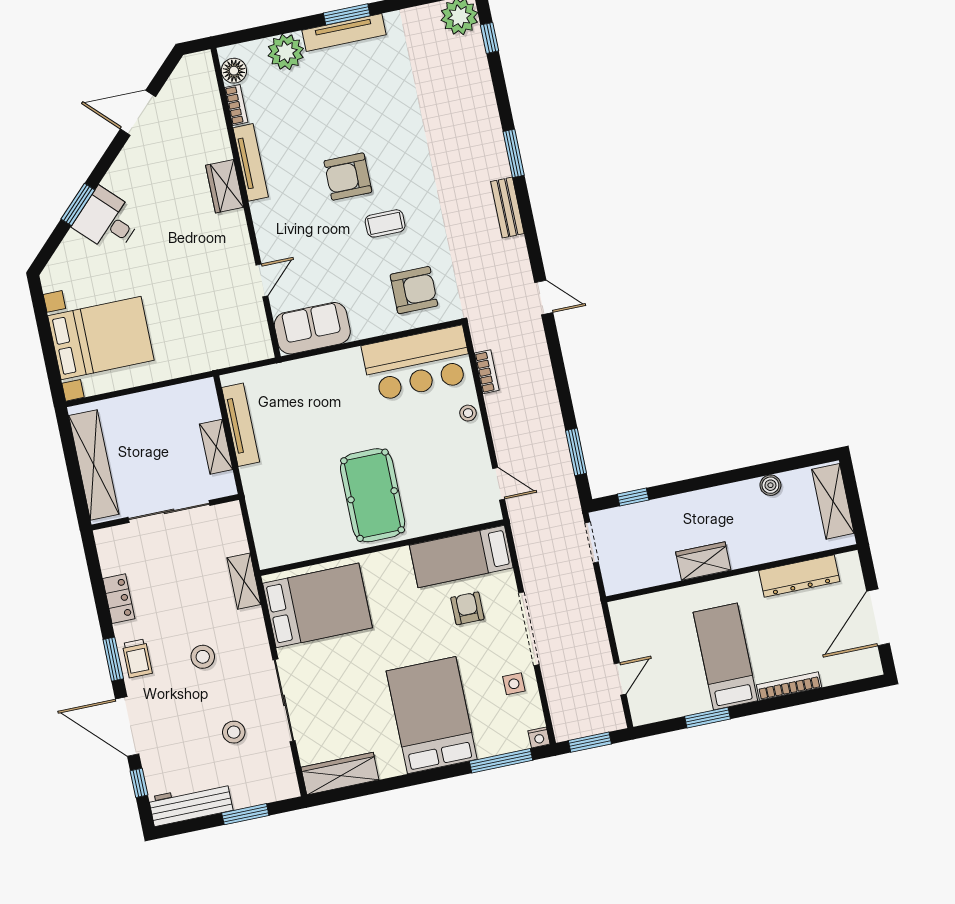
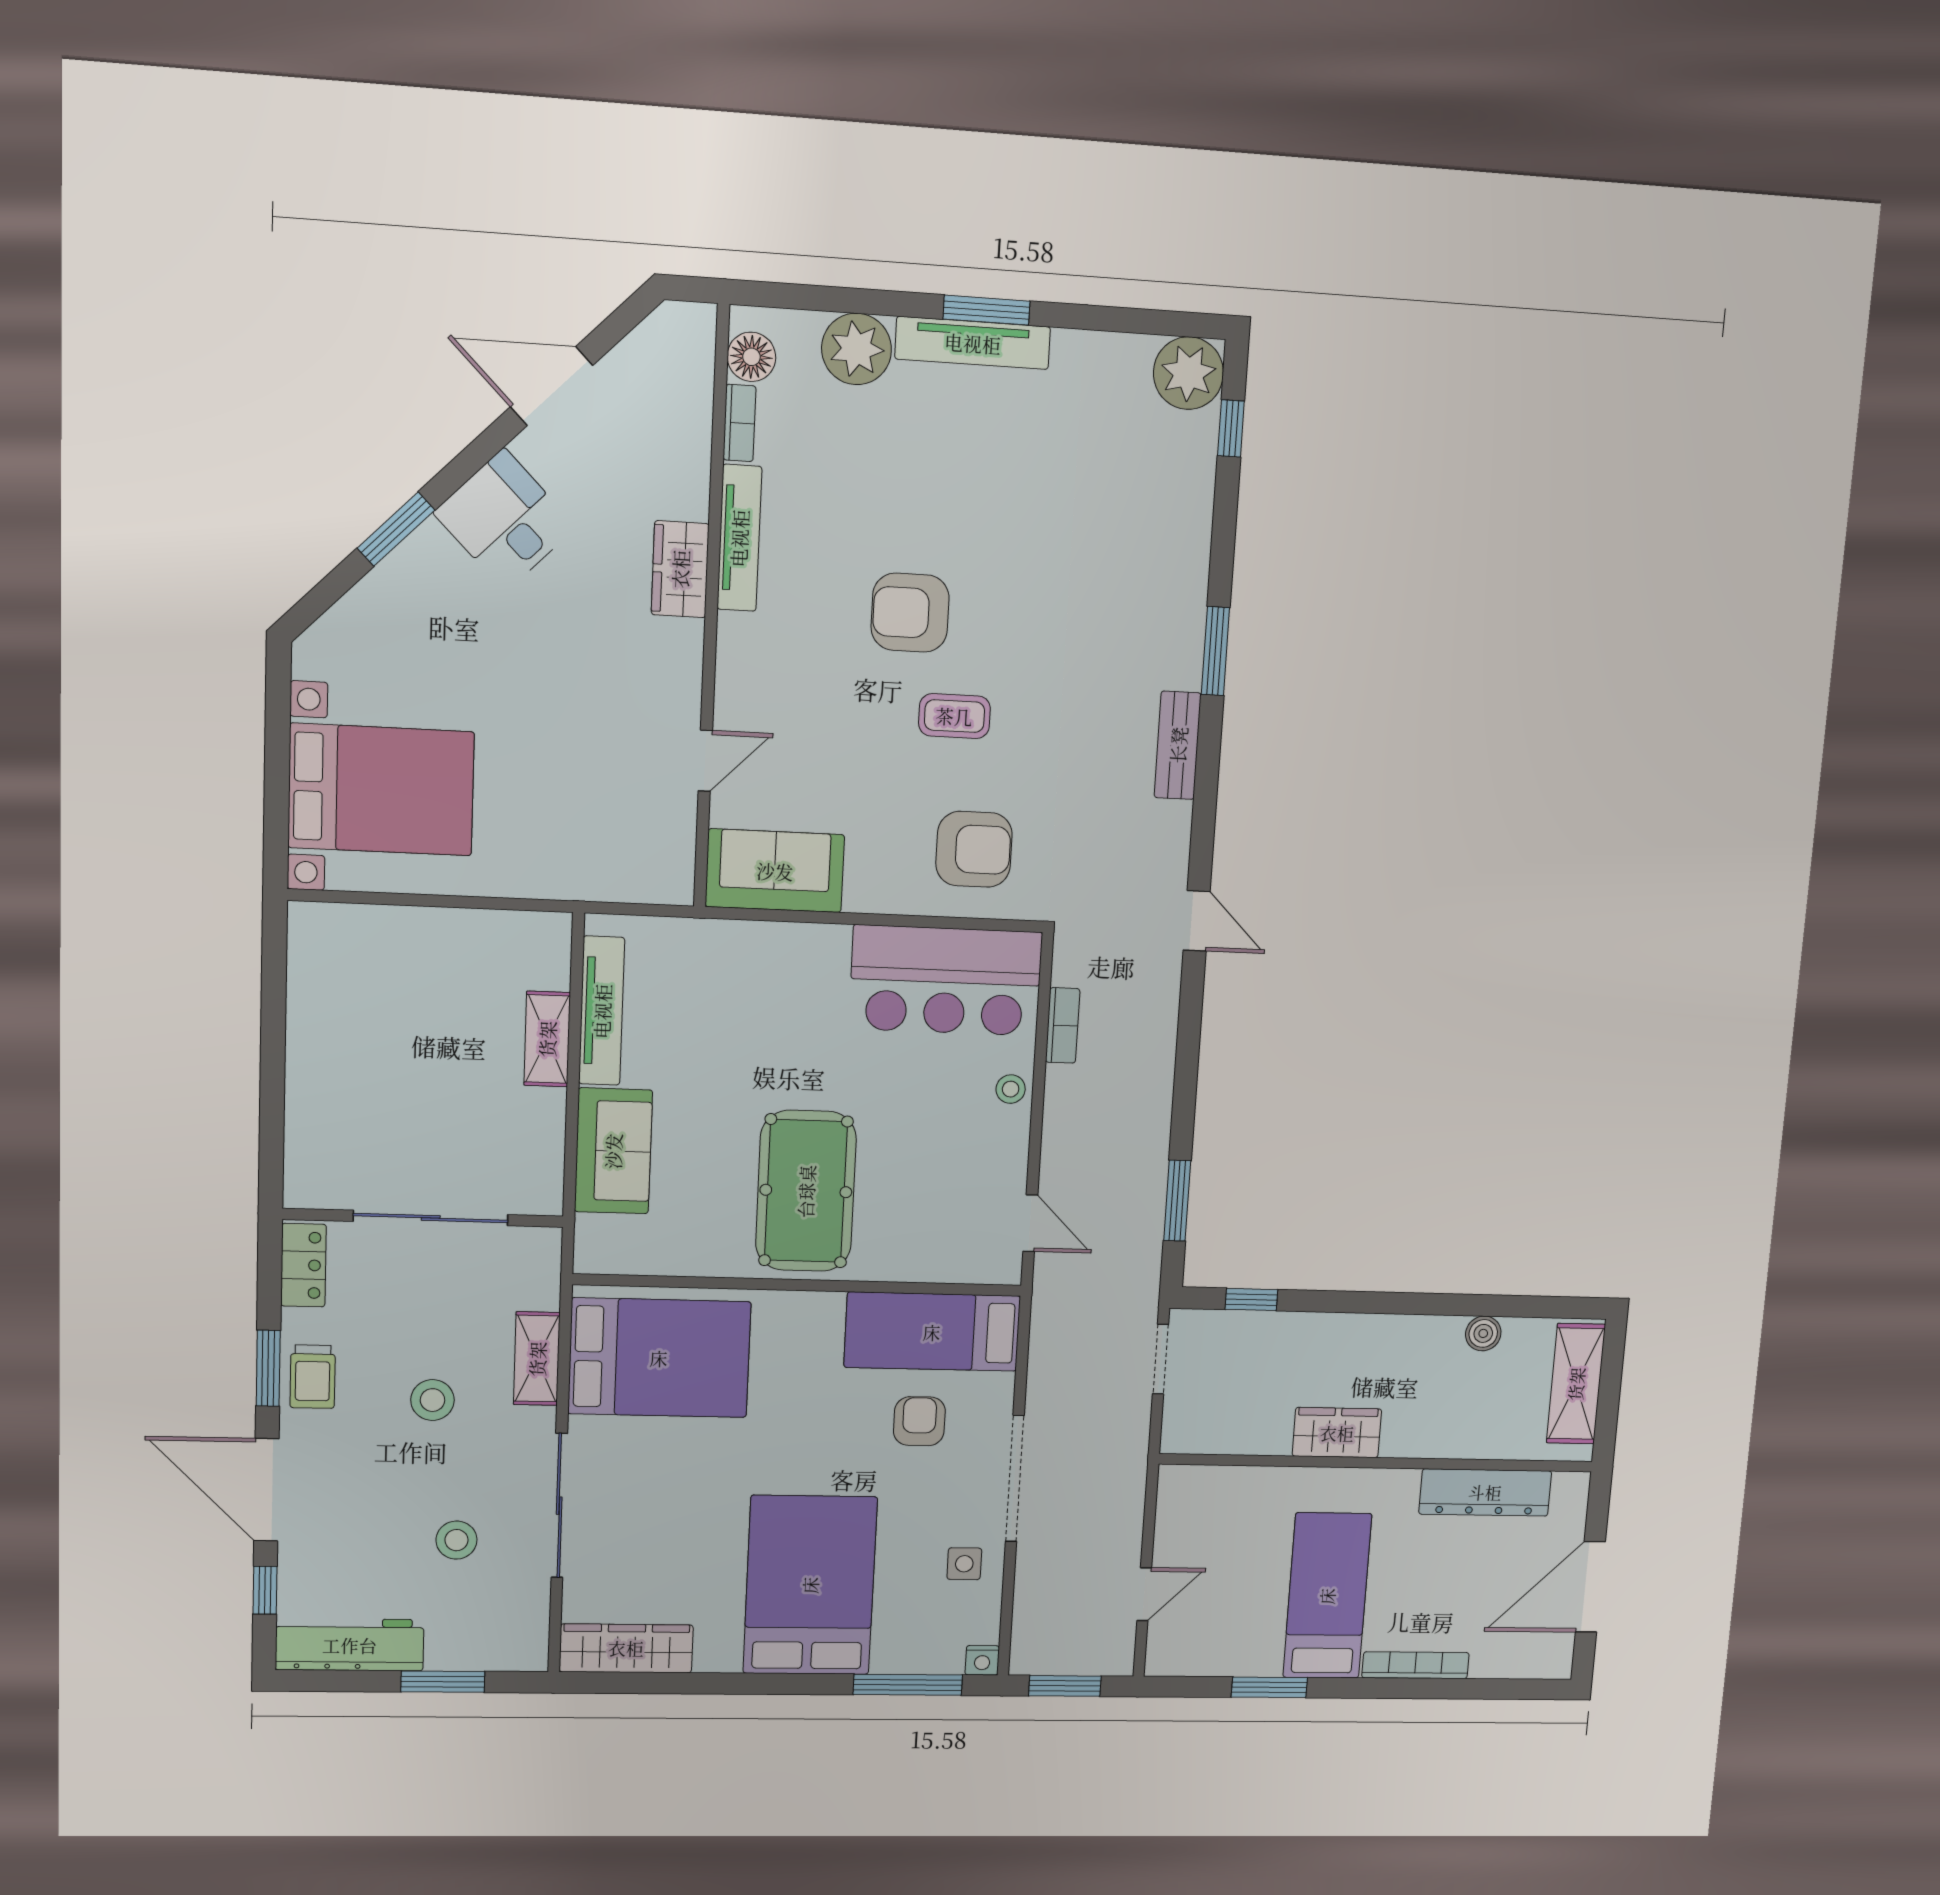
desk: (107, 221) -> (505, 520), moved
shelving: (94, 465) -> (313, 1017), removed
sofa: (265, 498) -> (613, 1151), added
sliding door: (169, 511) -> (431, 1218), moved
wall: (165, 512) -> (424, 1218), moved
shelving: (244, 581) -> (537, 1359), moved

